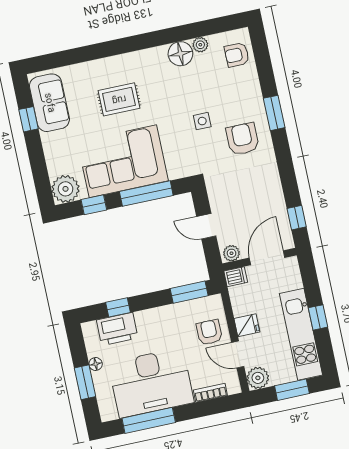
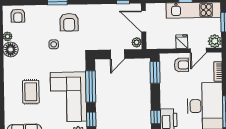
armchair: (242, 139) -> (69, 22), turned -90
dishwasher: (236, 277) -> (151, 43), removed
armchair: (209, 332) -> (181, 65), turned 180

